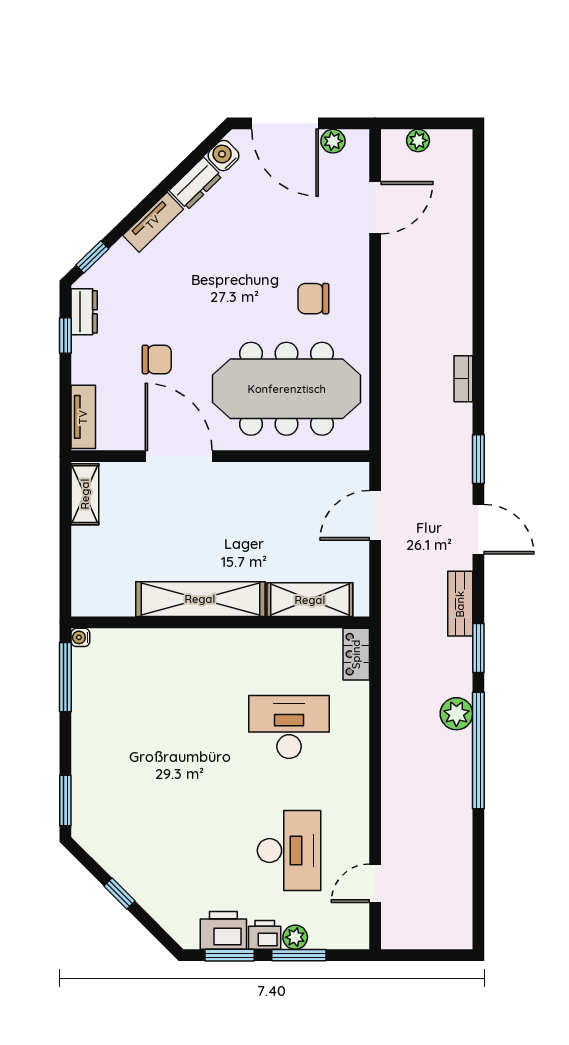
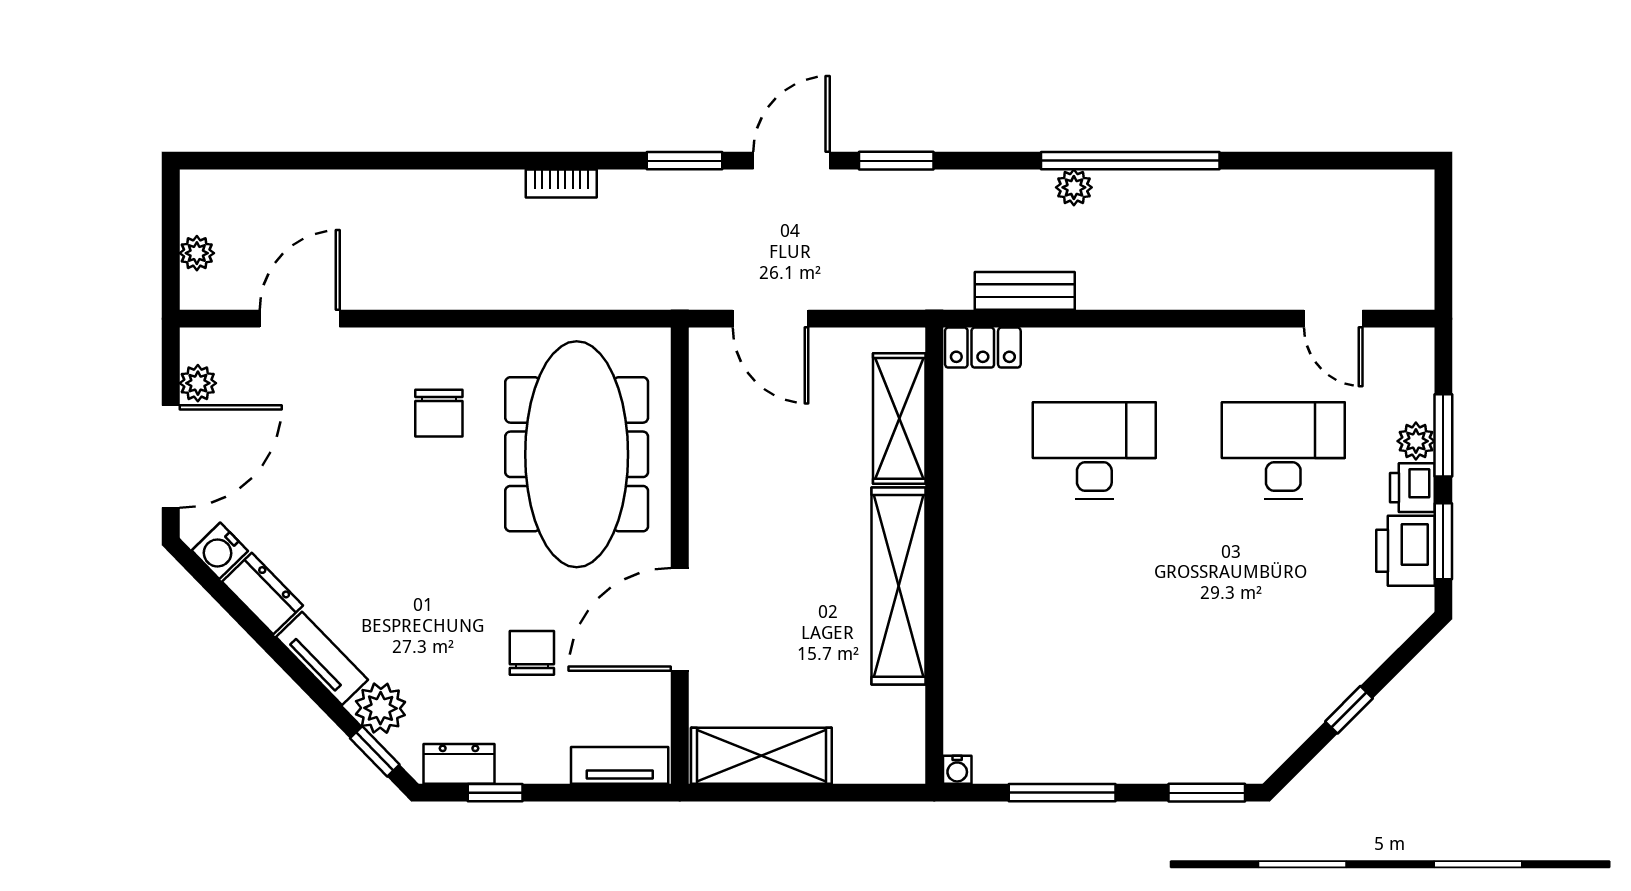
door: (375, 208) -> (300, 319), hinge flipped
plant: (121, 261) -> (380, 708), added
shelving: (85, 494) -> (761, 756), width x1.50, depth x1.33
bench: (460, 604) -> (1025, 291), moved
window: (478, 648) -> (896, 161), moved
window: (65, 677) -> (1062, 793), moved
plant: (456, 714) -> (1074, 187), width x0.73, depth x0.73
desk: (289, 727) -> (1094, 450), turned 90

